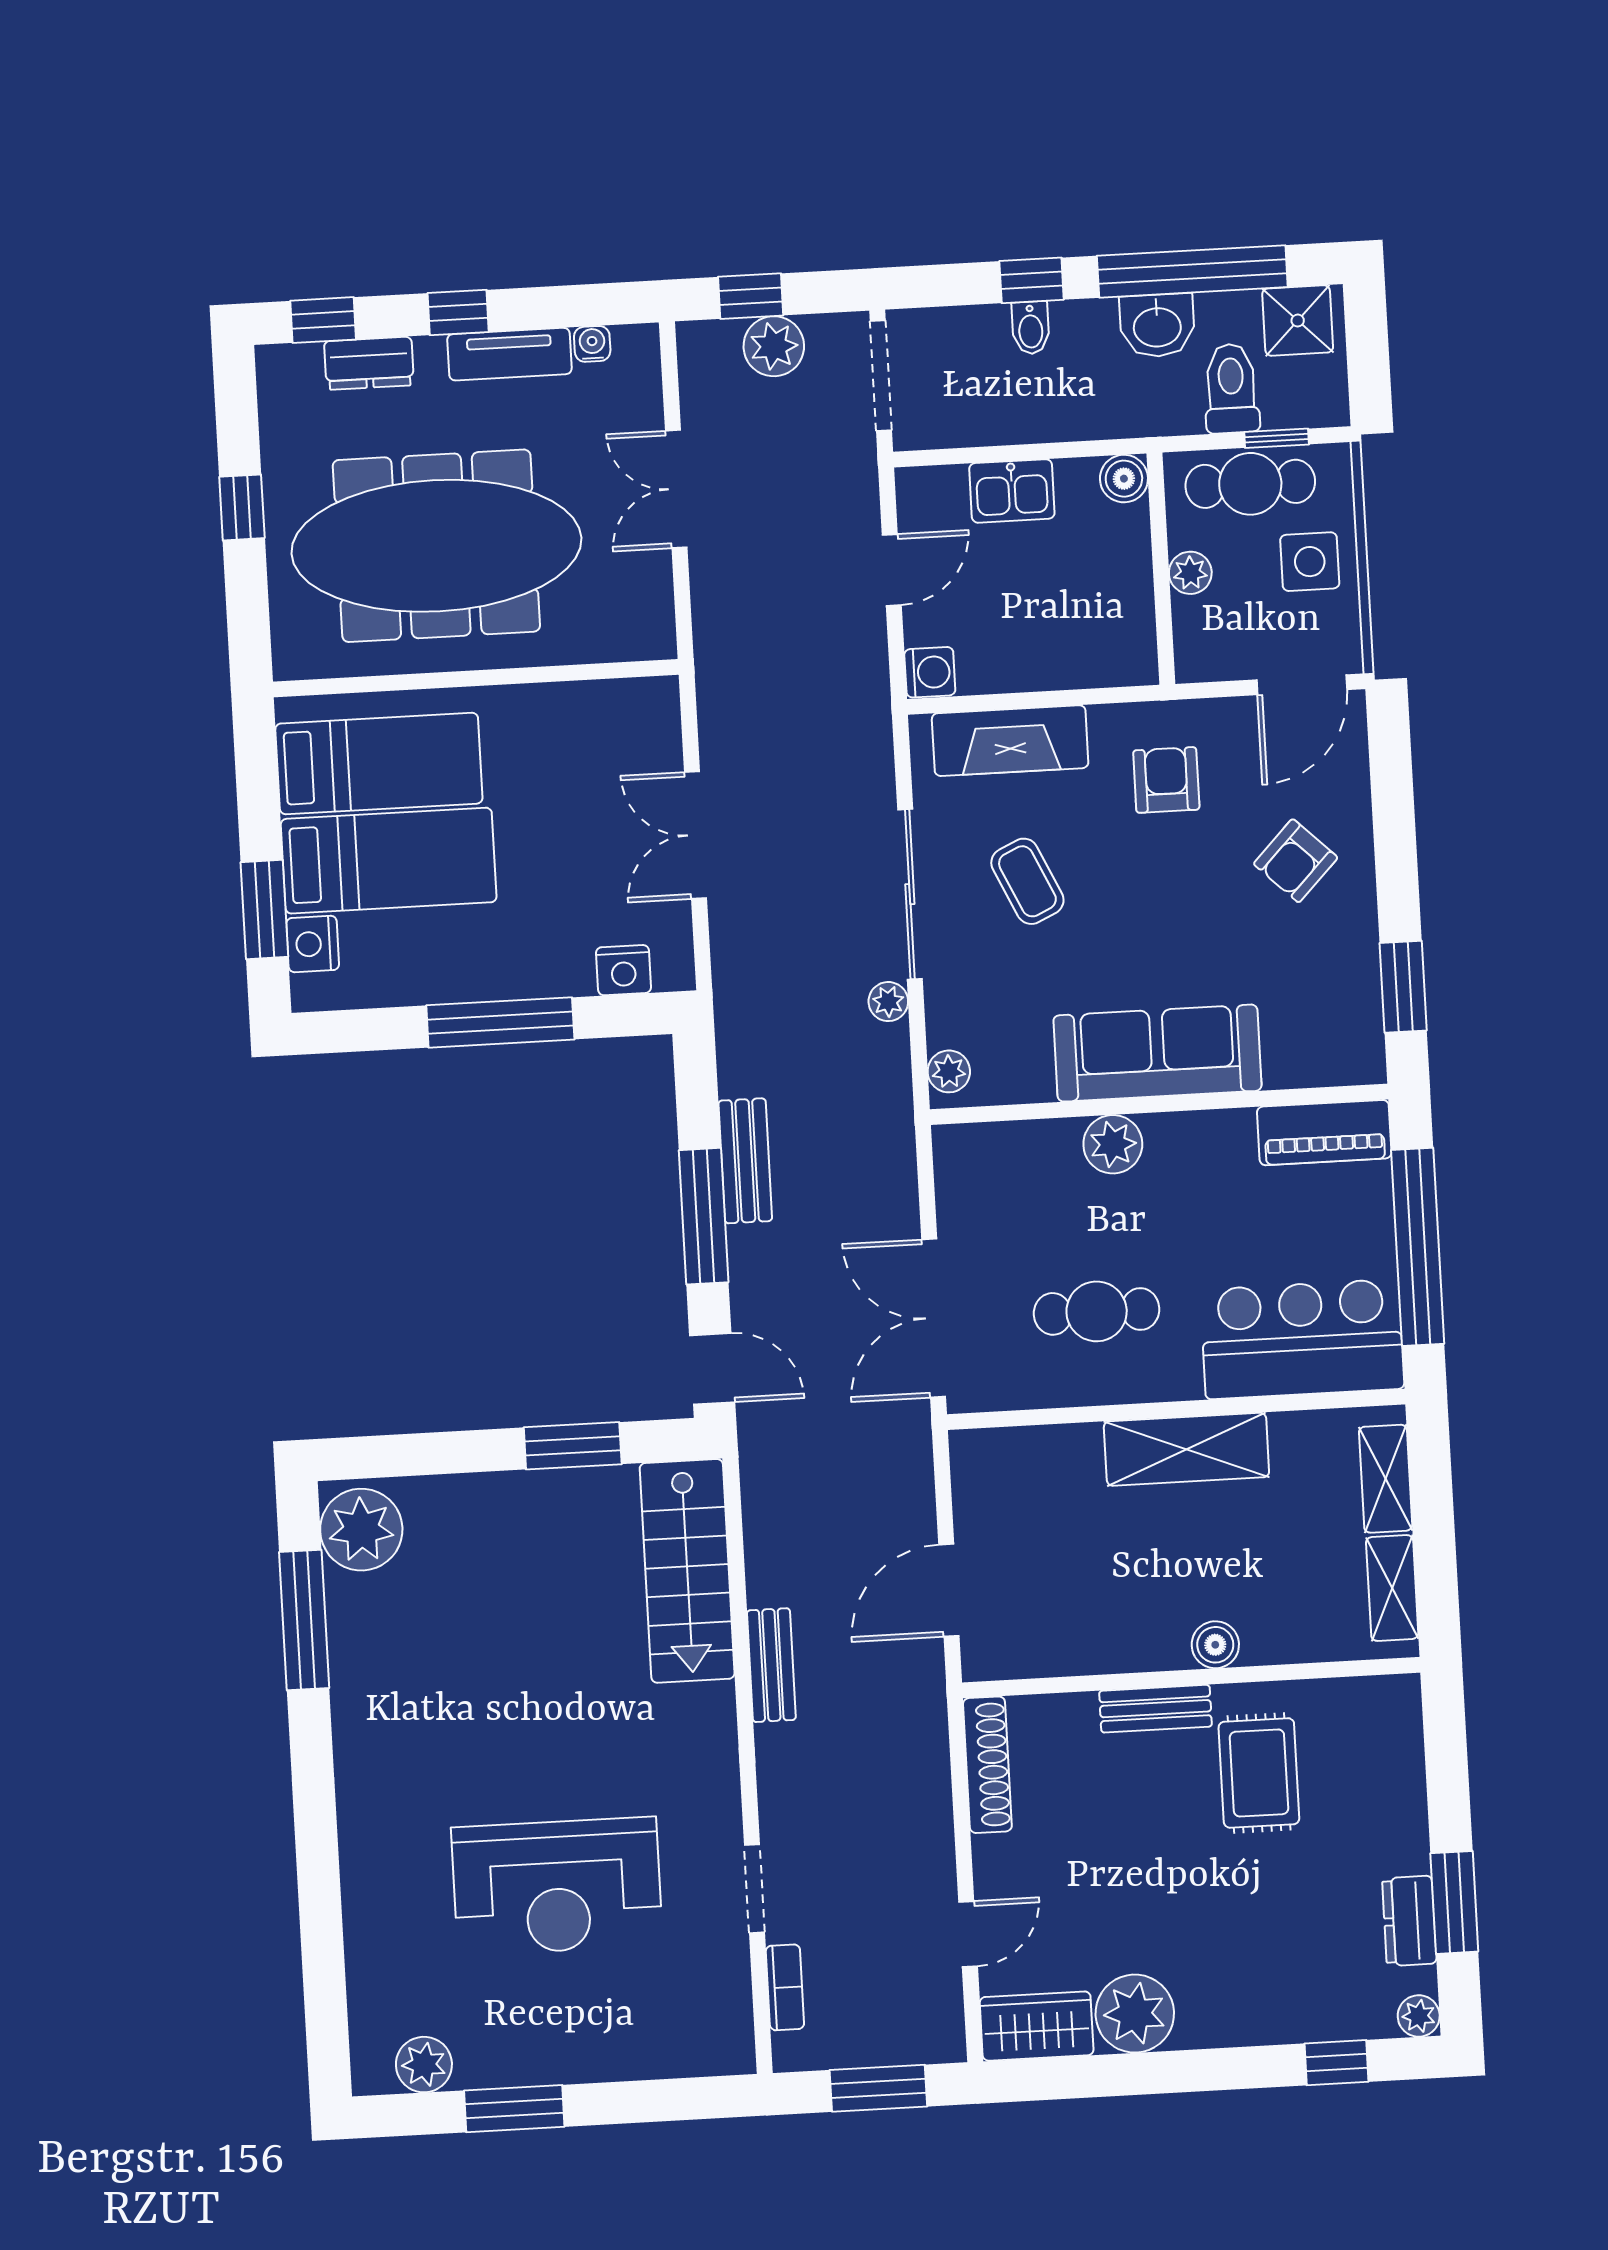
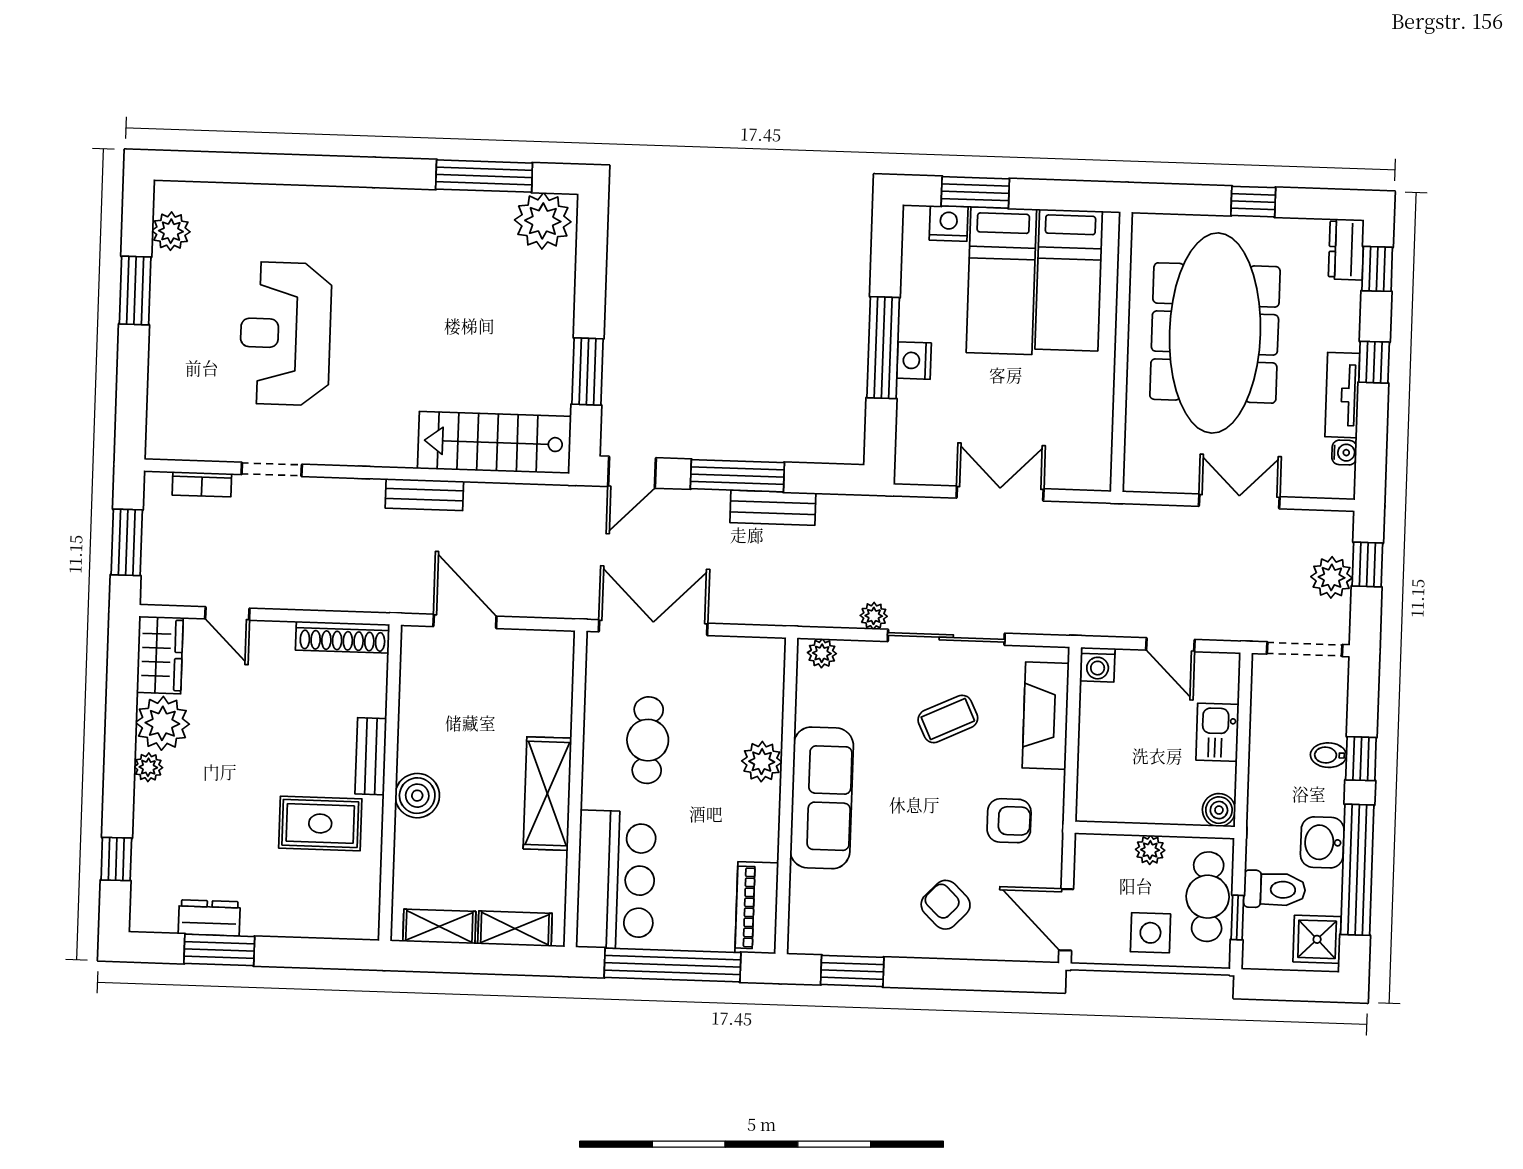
dresser: (369, 363) -> (1346, 249), moved
nightstand: (623, 970) -> (914, 361), moved
boiler: (1215, 1645) -> (417, 796), width x1.36, depth x1.36
plant: (1419, 2016) -> (148, 767), moved

